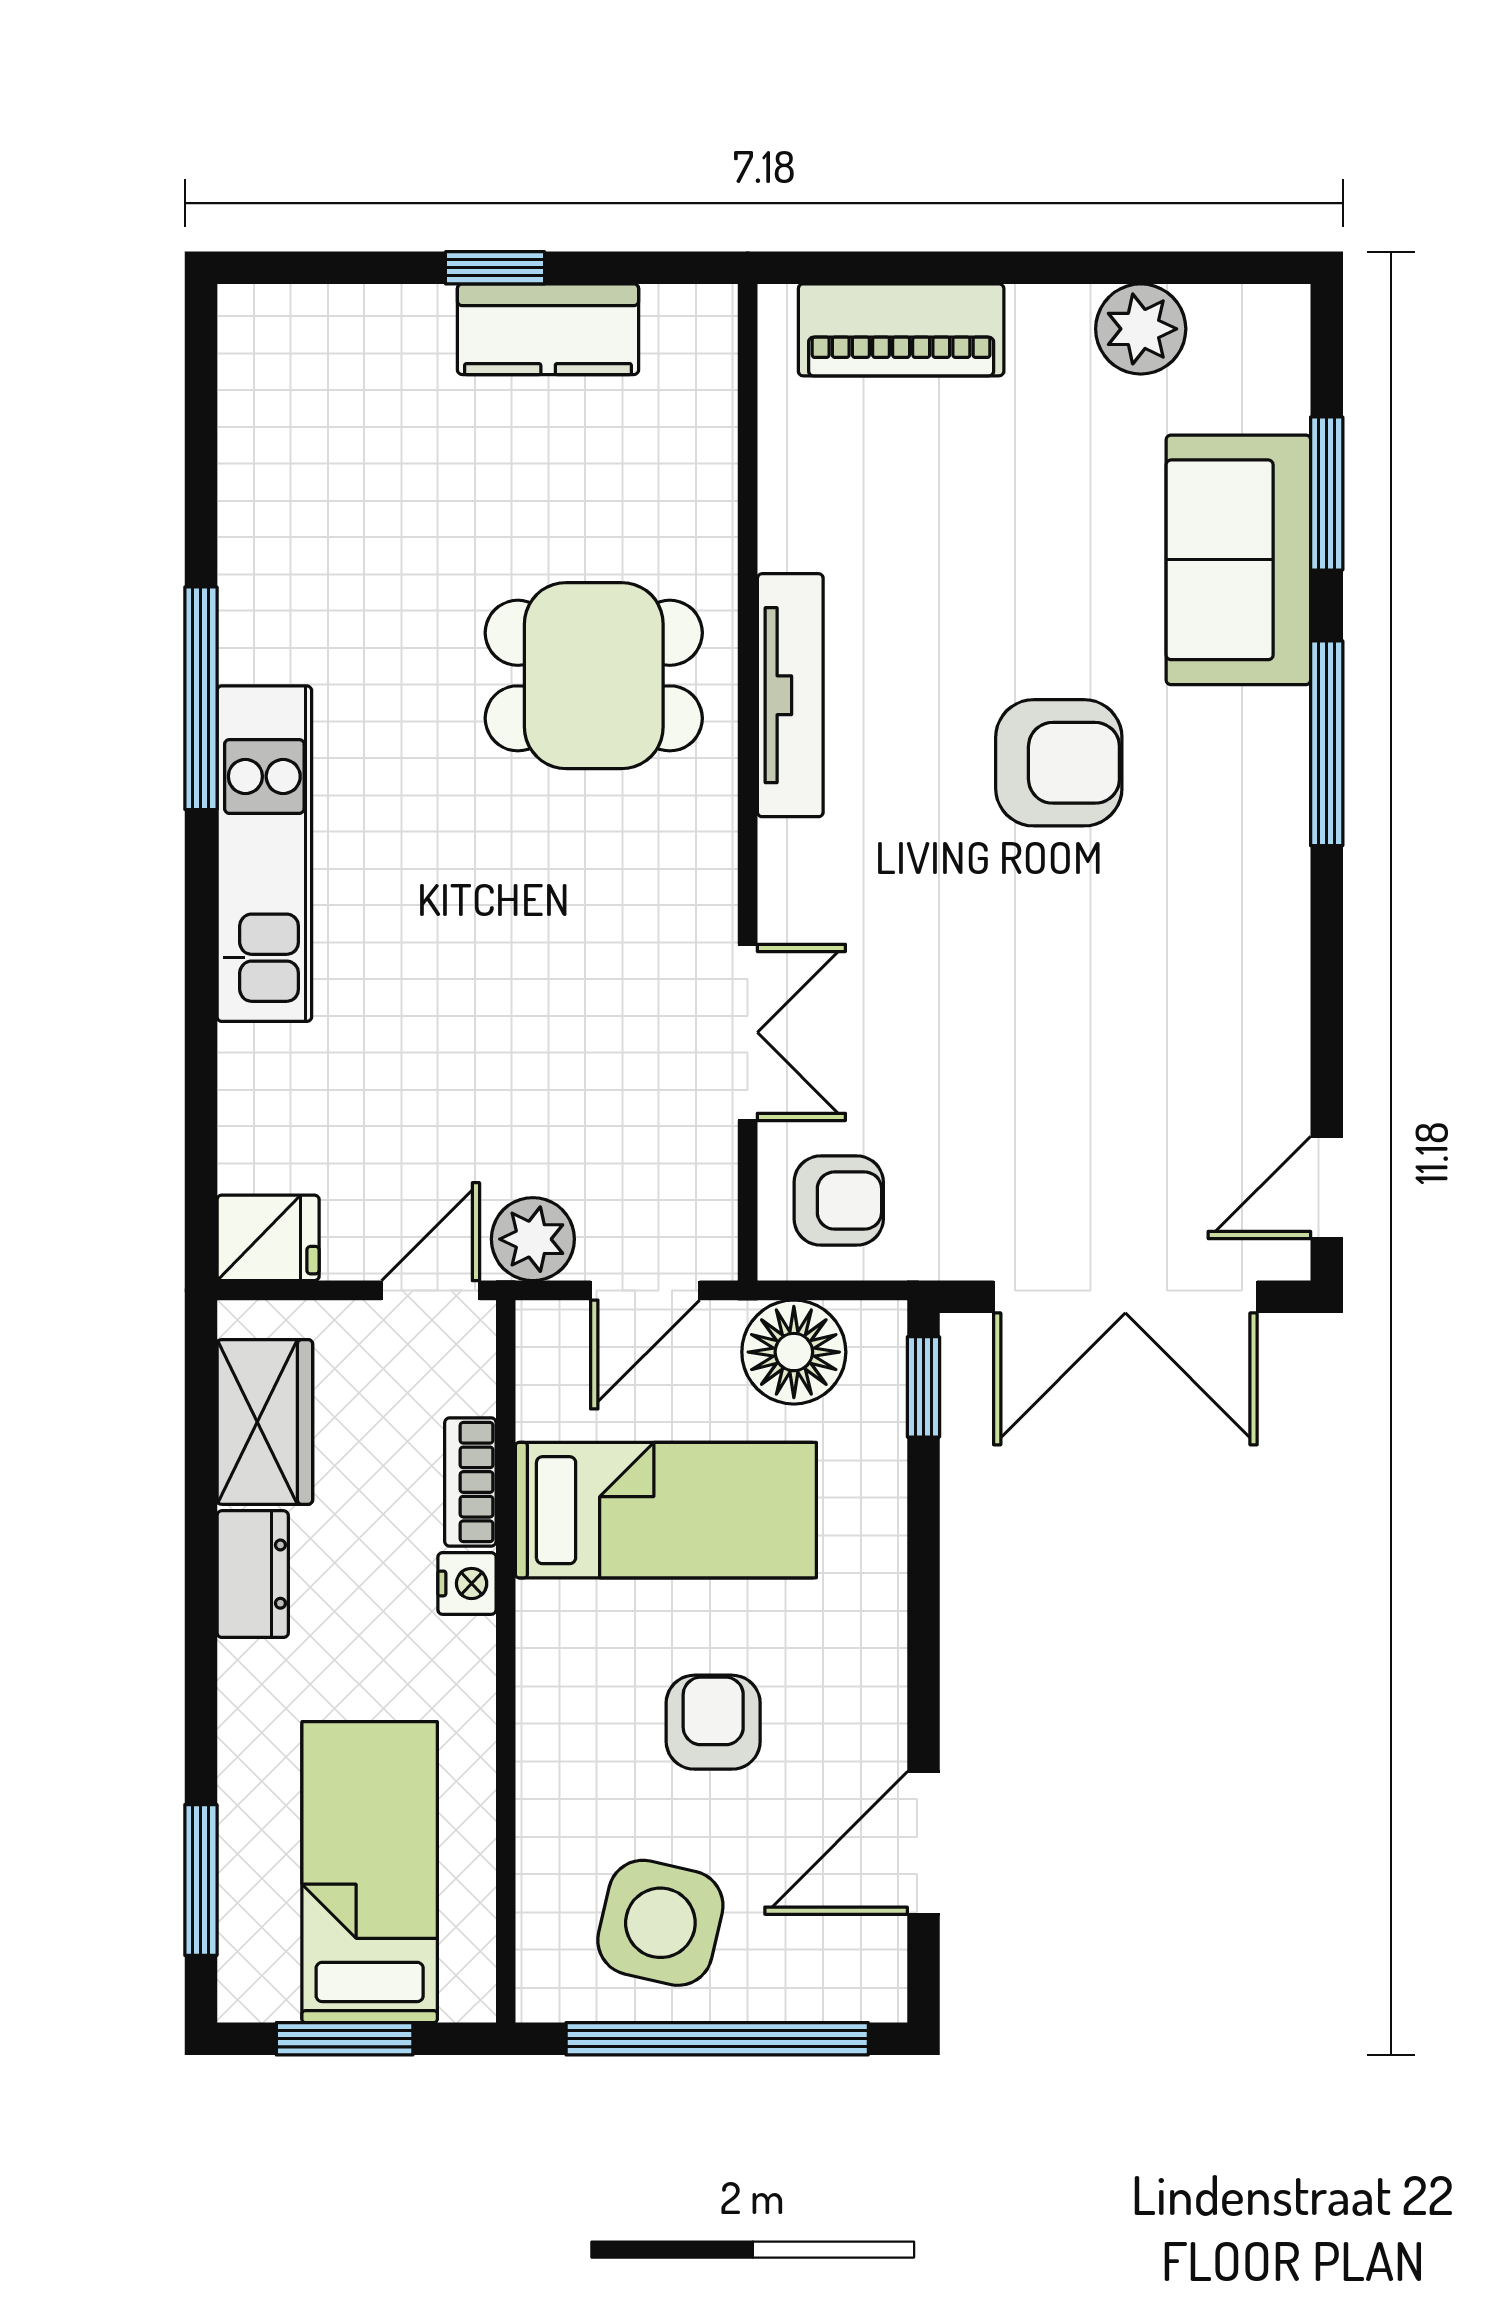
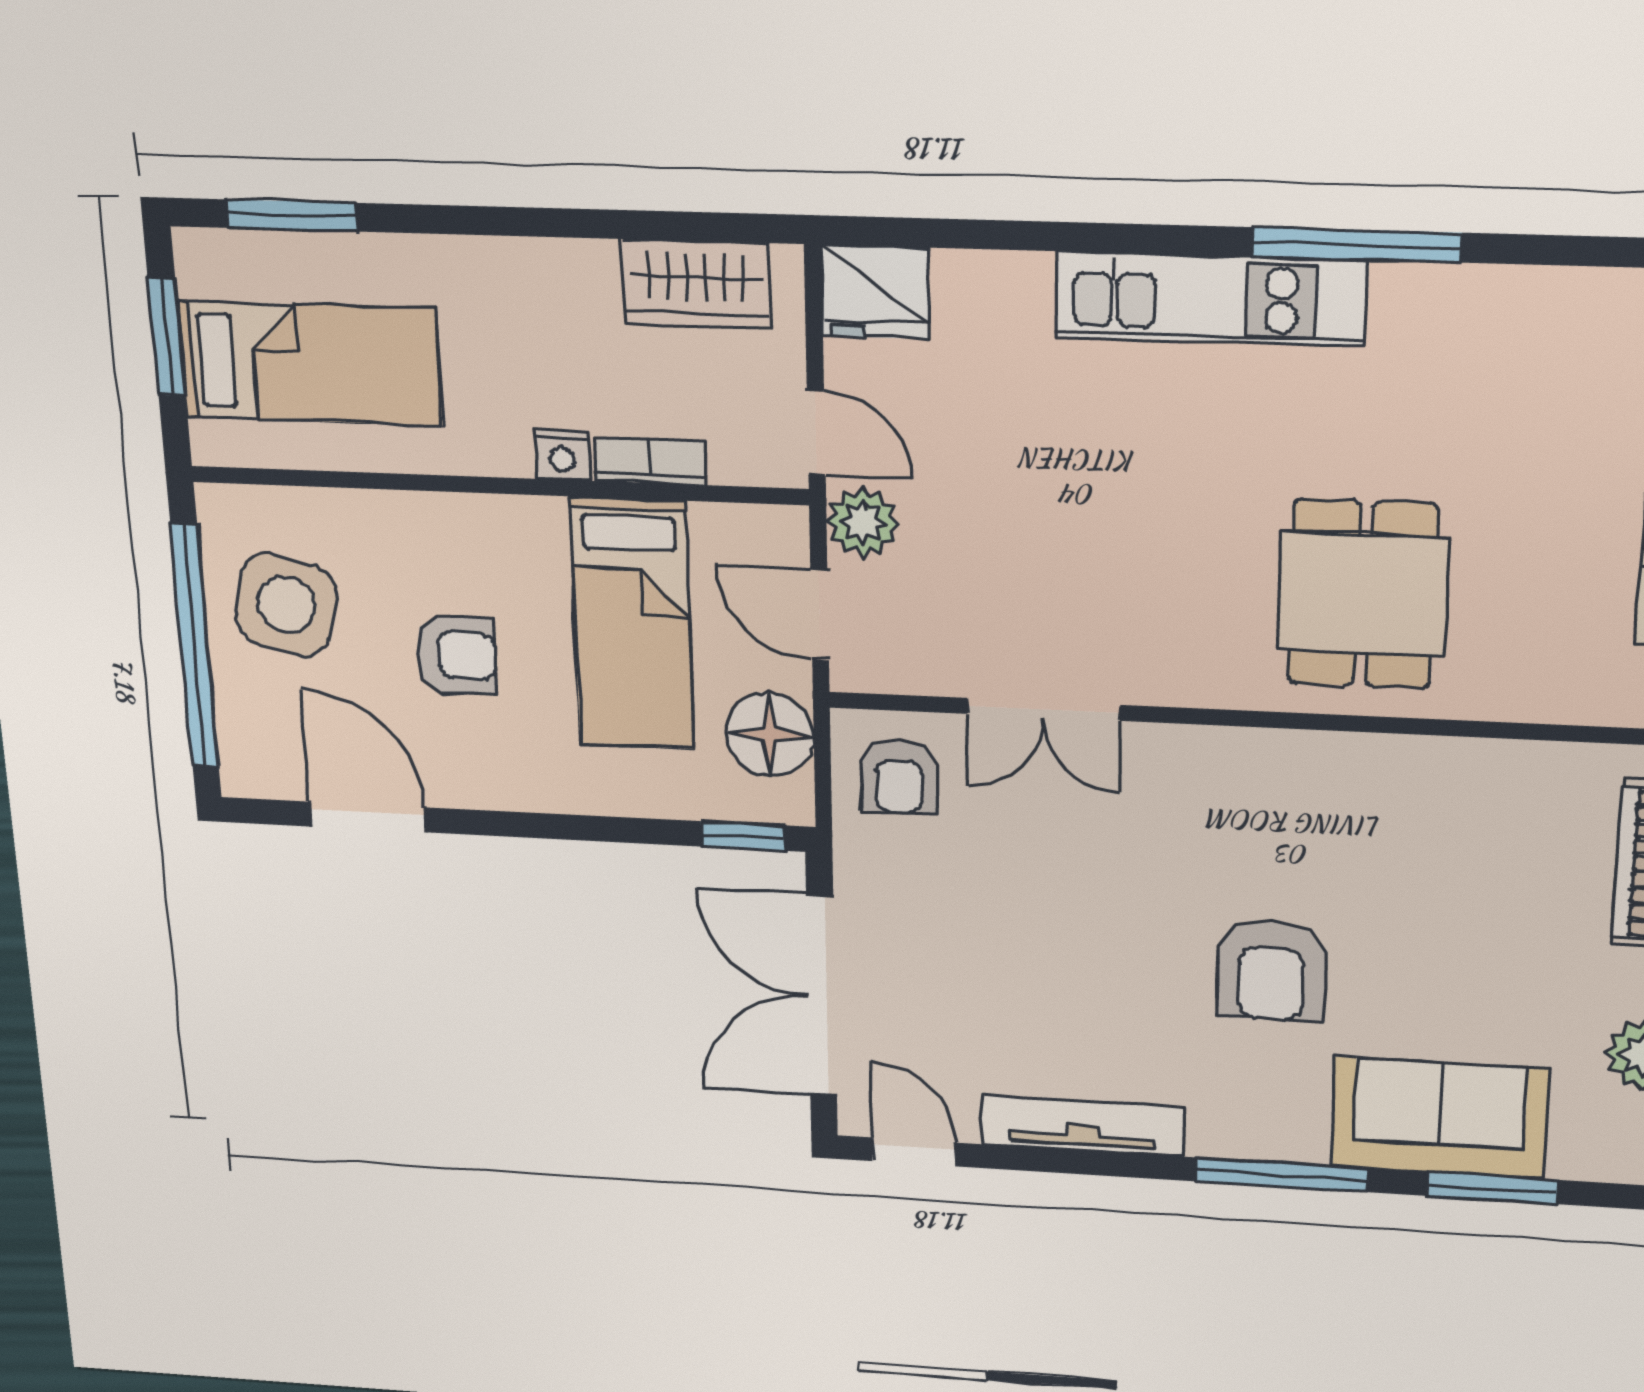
tv unit: (790, 695) -> (1082, 1126), moved, turned 180
fridge: (268, 1238) -> (875, 292), width x1.38
dresser: (253, 1574) -> (562, 269), removed

